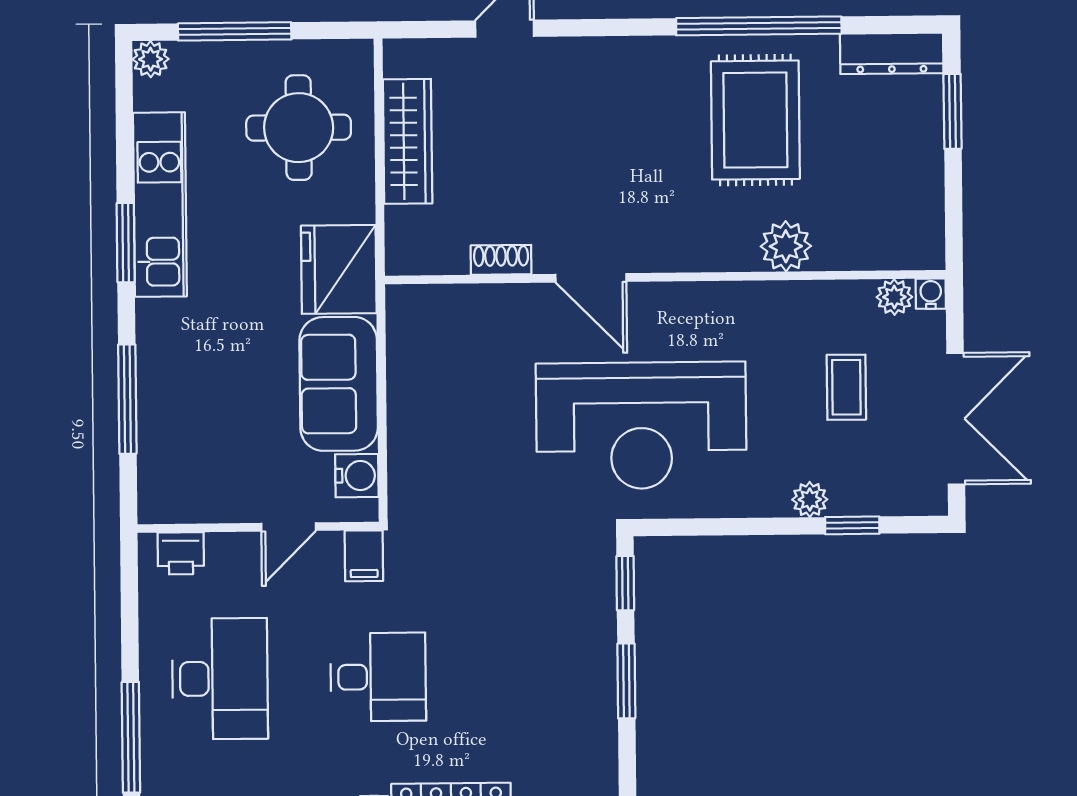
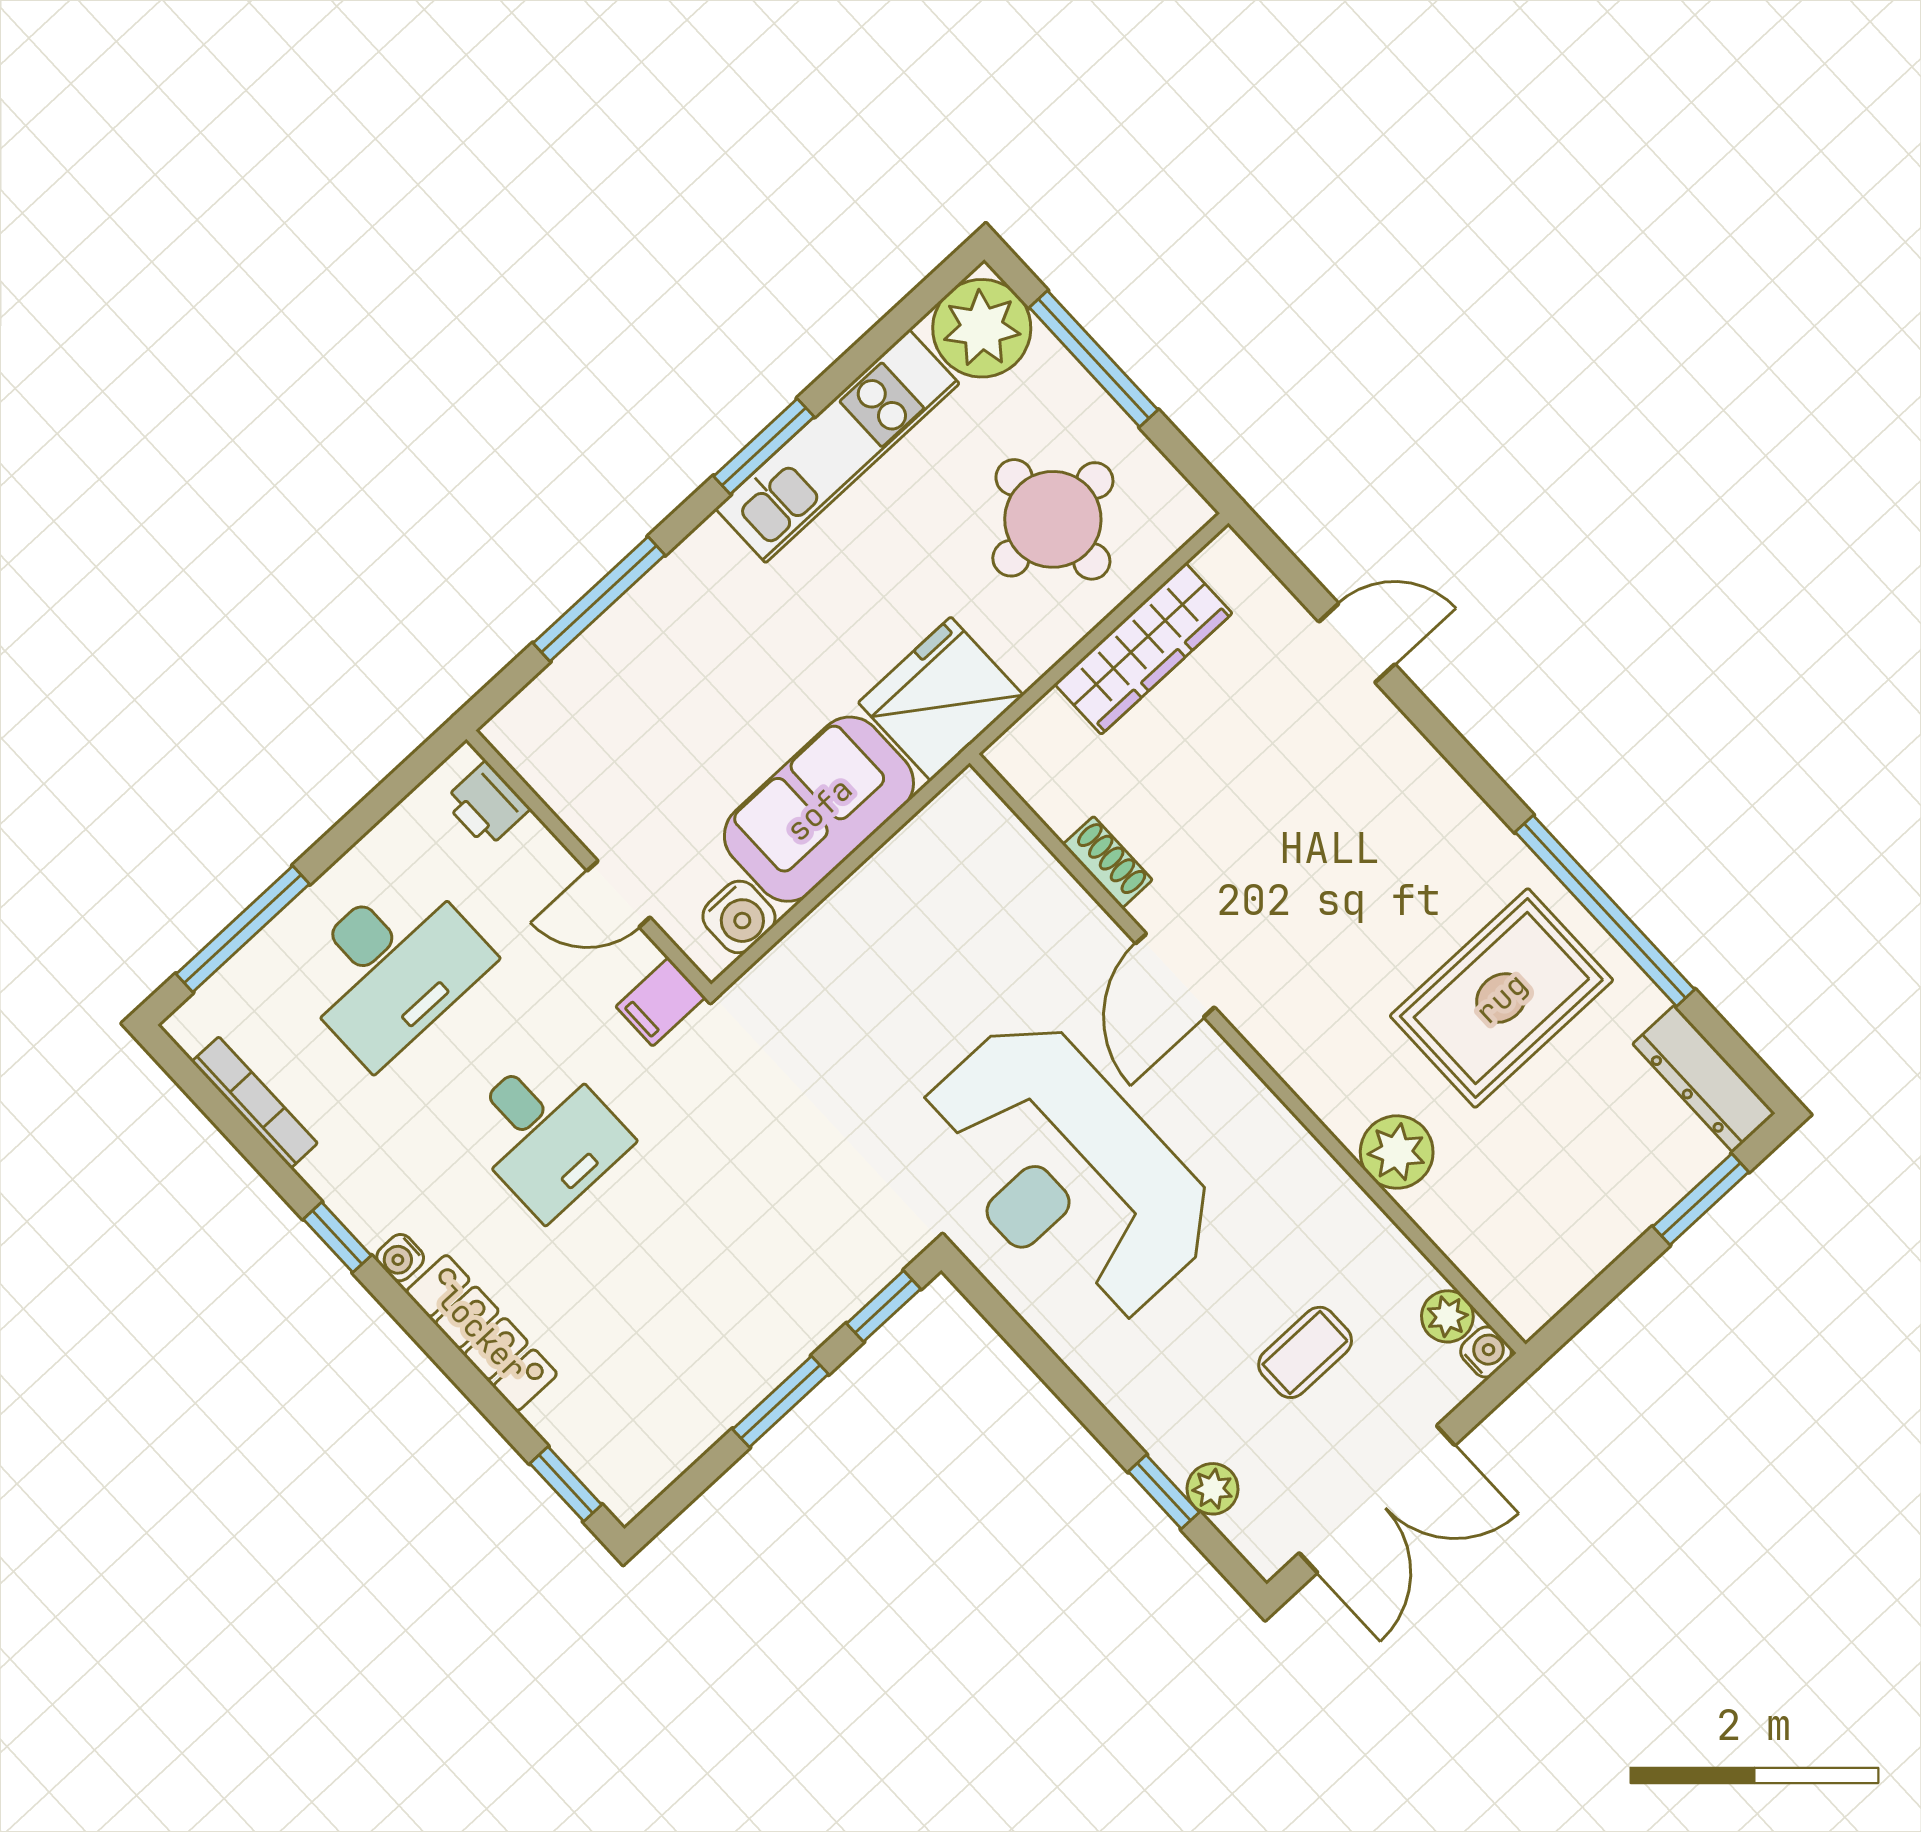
plant: (151, 59) -> (982, 328), width x1.88, depth x1.88
plant: (810, 499) -> (1213, 1489), moved

